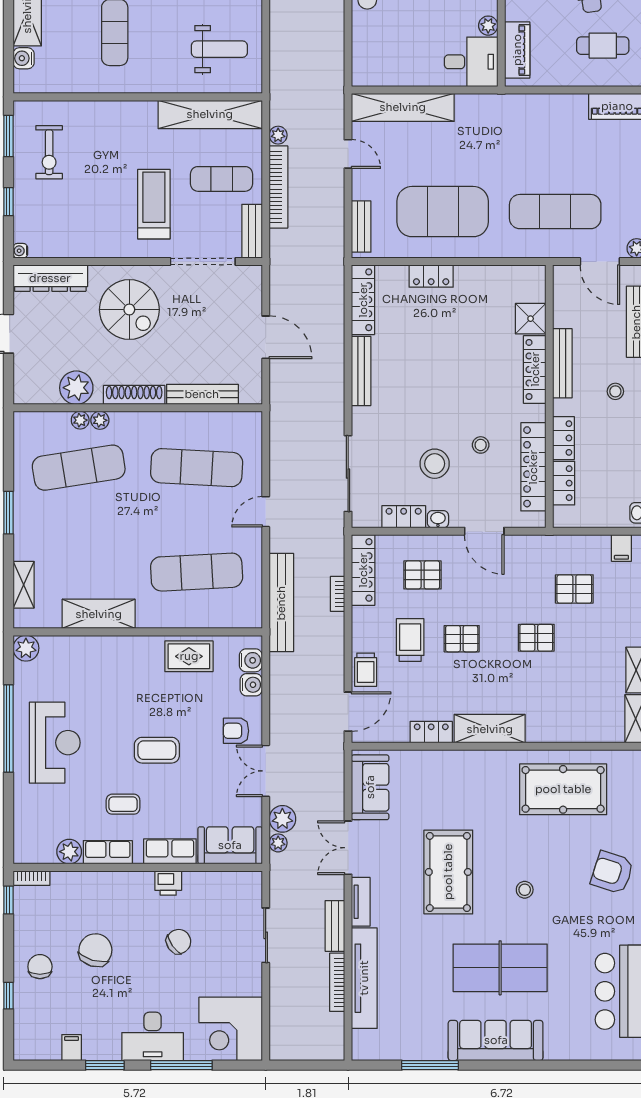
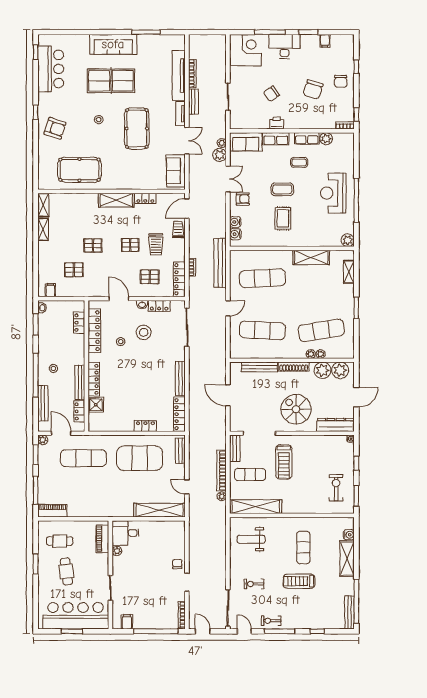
plant: (41, 388) -> (340, 370), added
locker: (564, 438) -> (79, 411), moved
rug: (189, 656) -> (283, 218), moved, turned 90

